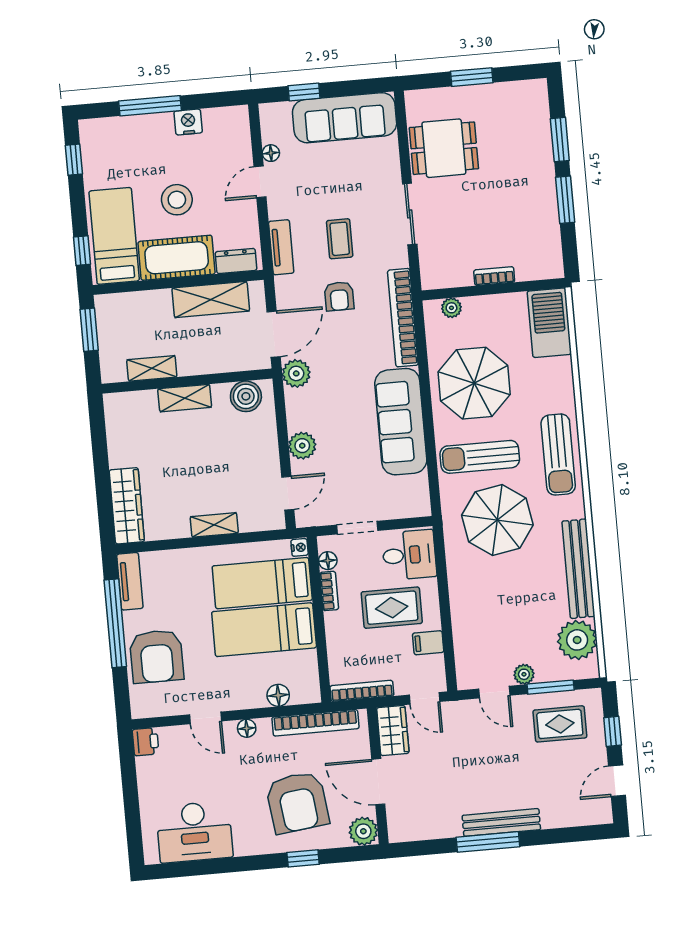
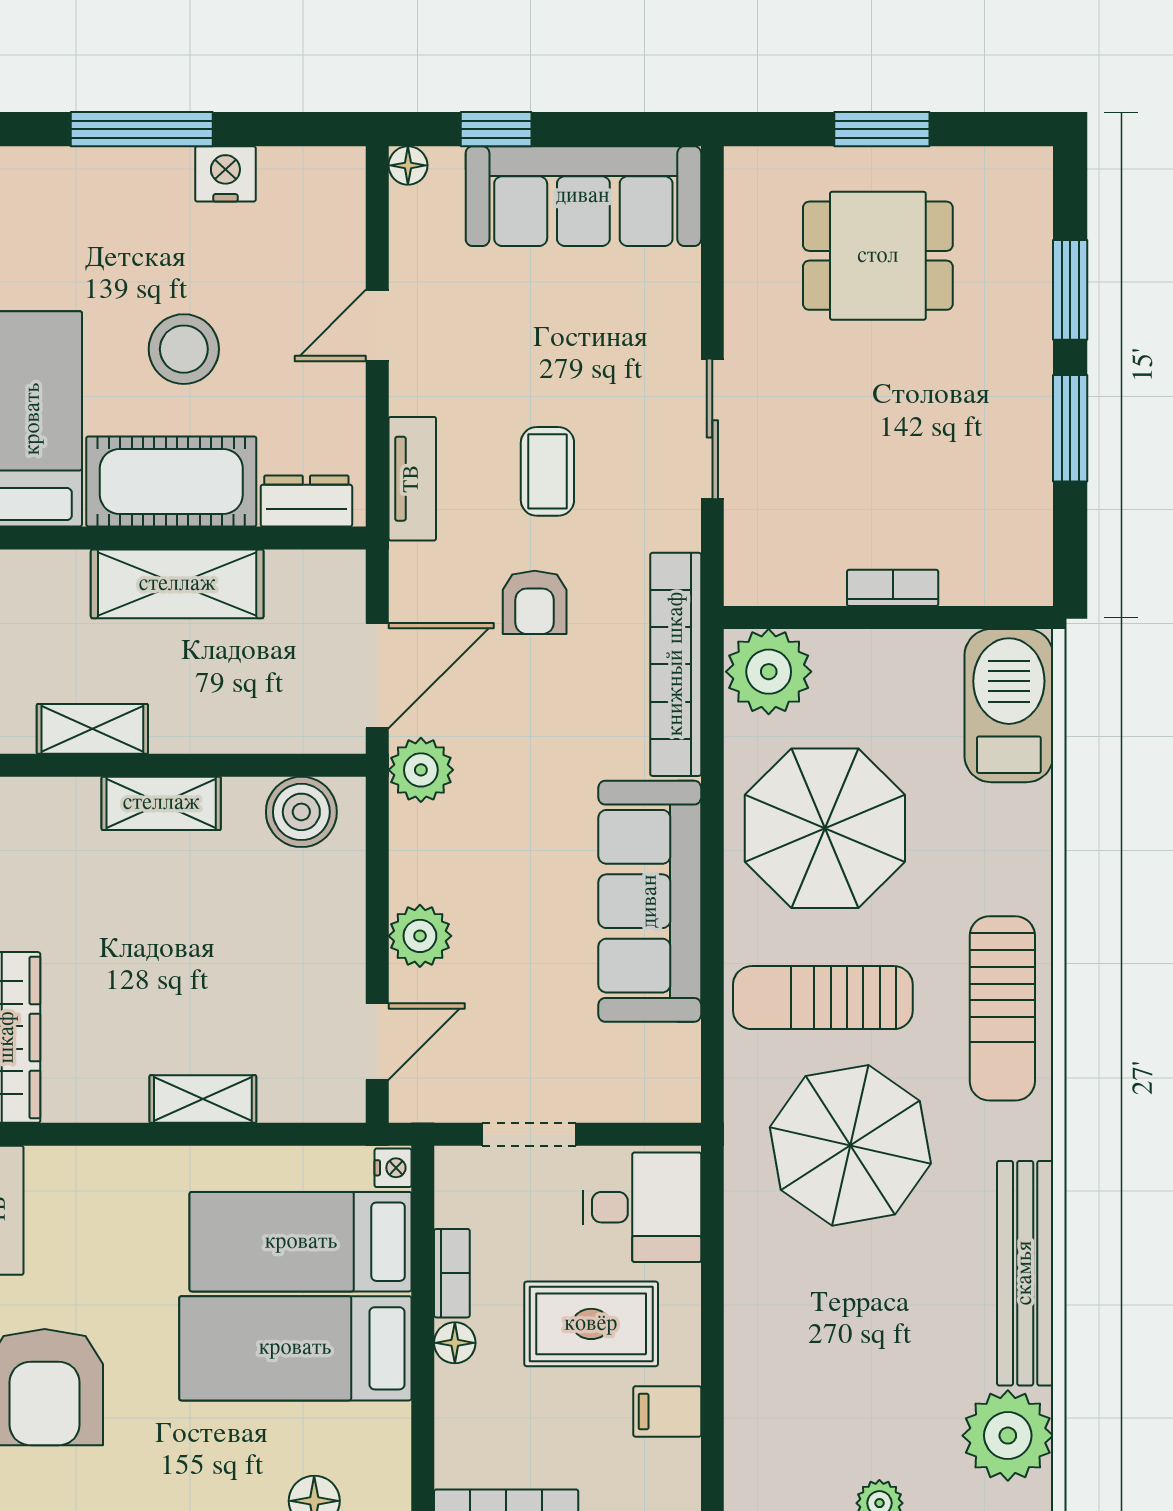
dining table: (444, 148) -> (878, 256), moved
floor lamp: (271, 153) -> (408, 165), moved
shelving: (211, 300) -> (177, 584), moved
plant: (451, 308) -> (769, 672), width x1.87, depth x1.87
floor lamp: (328, 561) -> (455, 1343), moved

